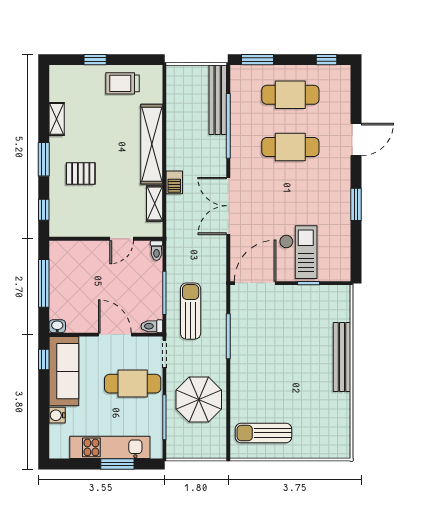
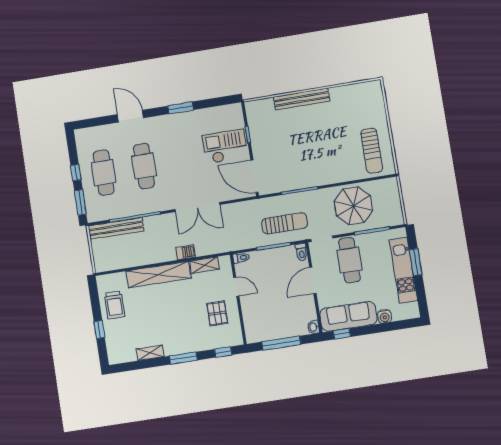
window: (326, 60) -> (76, 173), moved
pallet: (81, 174) -> (217, 313), moved
sun lounger: (191, 311) -> (285, 223), turned 180

